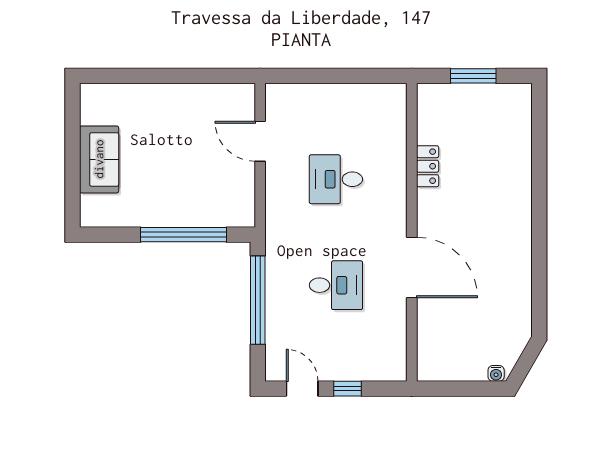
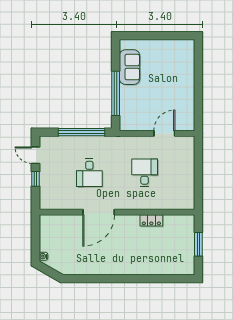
sofa: (99, 159) -> (130, 67), moved, turned -90
door: (302, 389) -> (36, 155), swing flipped

